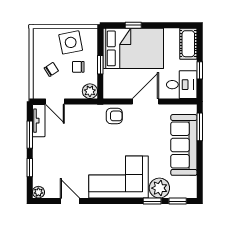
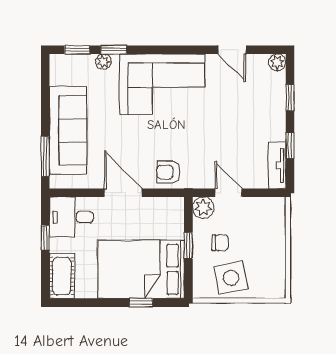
chair: (51, 69) -> (259, 239), removed
door: (55, 102) -> (229, 193), moved
door: (145, 102) -> (123, 193), swing flipped
window: (30, 135) -> (290, 145), width x0.67
plant: (159, 188) -> (103, 62), width x0.53, depth x0.53

